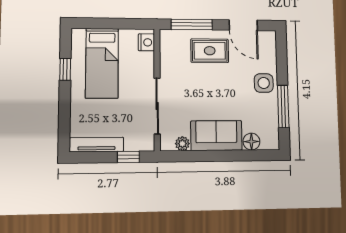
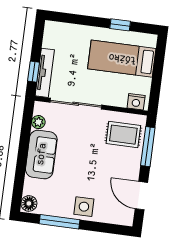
door: (243, 25) -> (141, 196), hinge flipped
rug: (210, 51) -> (123, 135), moved, turned 90
floor lamp: (251, 142) -> (29, 203), moved
tv unit: (97, 145) -> (45, 73), moved

